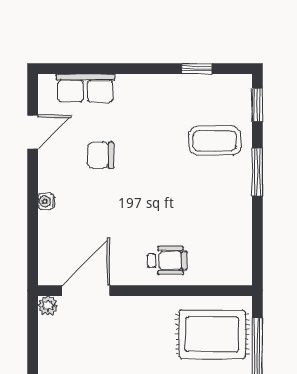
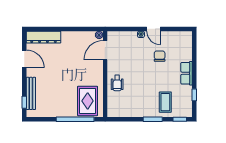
row of seats: (85, 88) -> (187, 73), moved
door: (33, 132) -> (154, 29), moved
door: (86, 291) -> (105, 50), swing flipped

